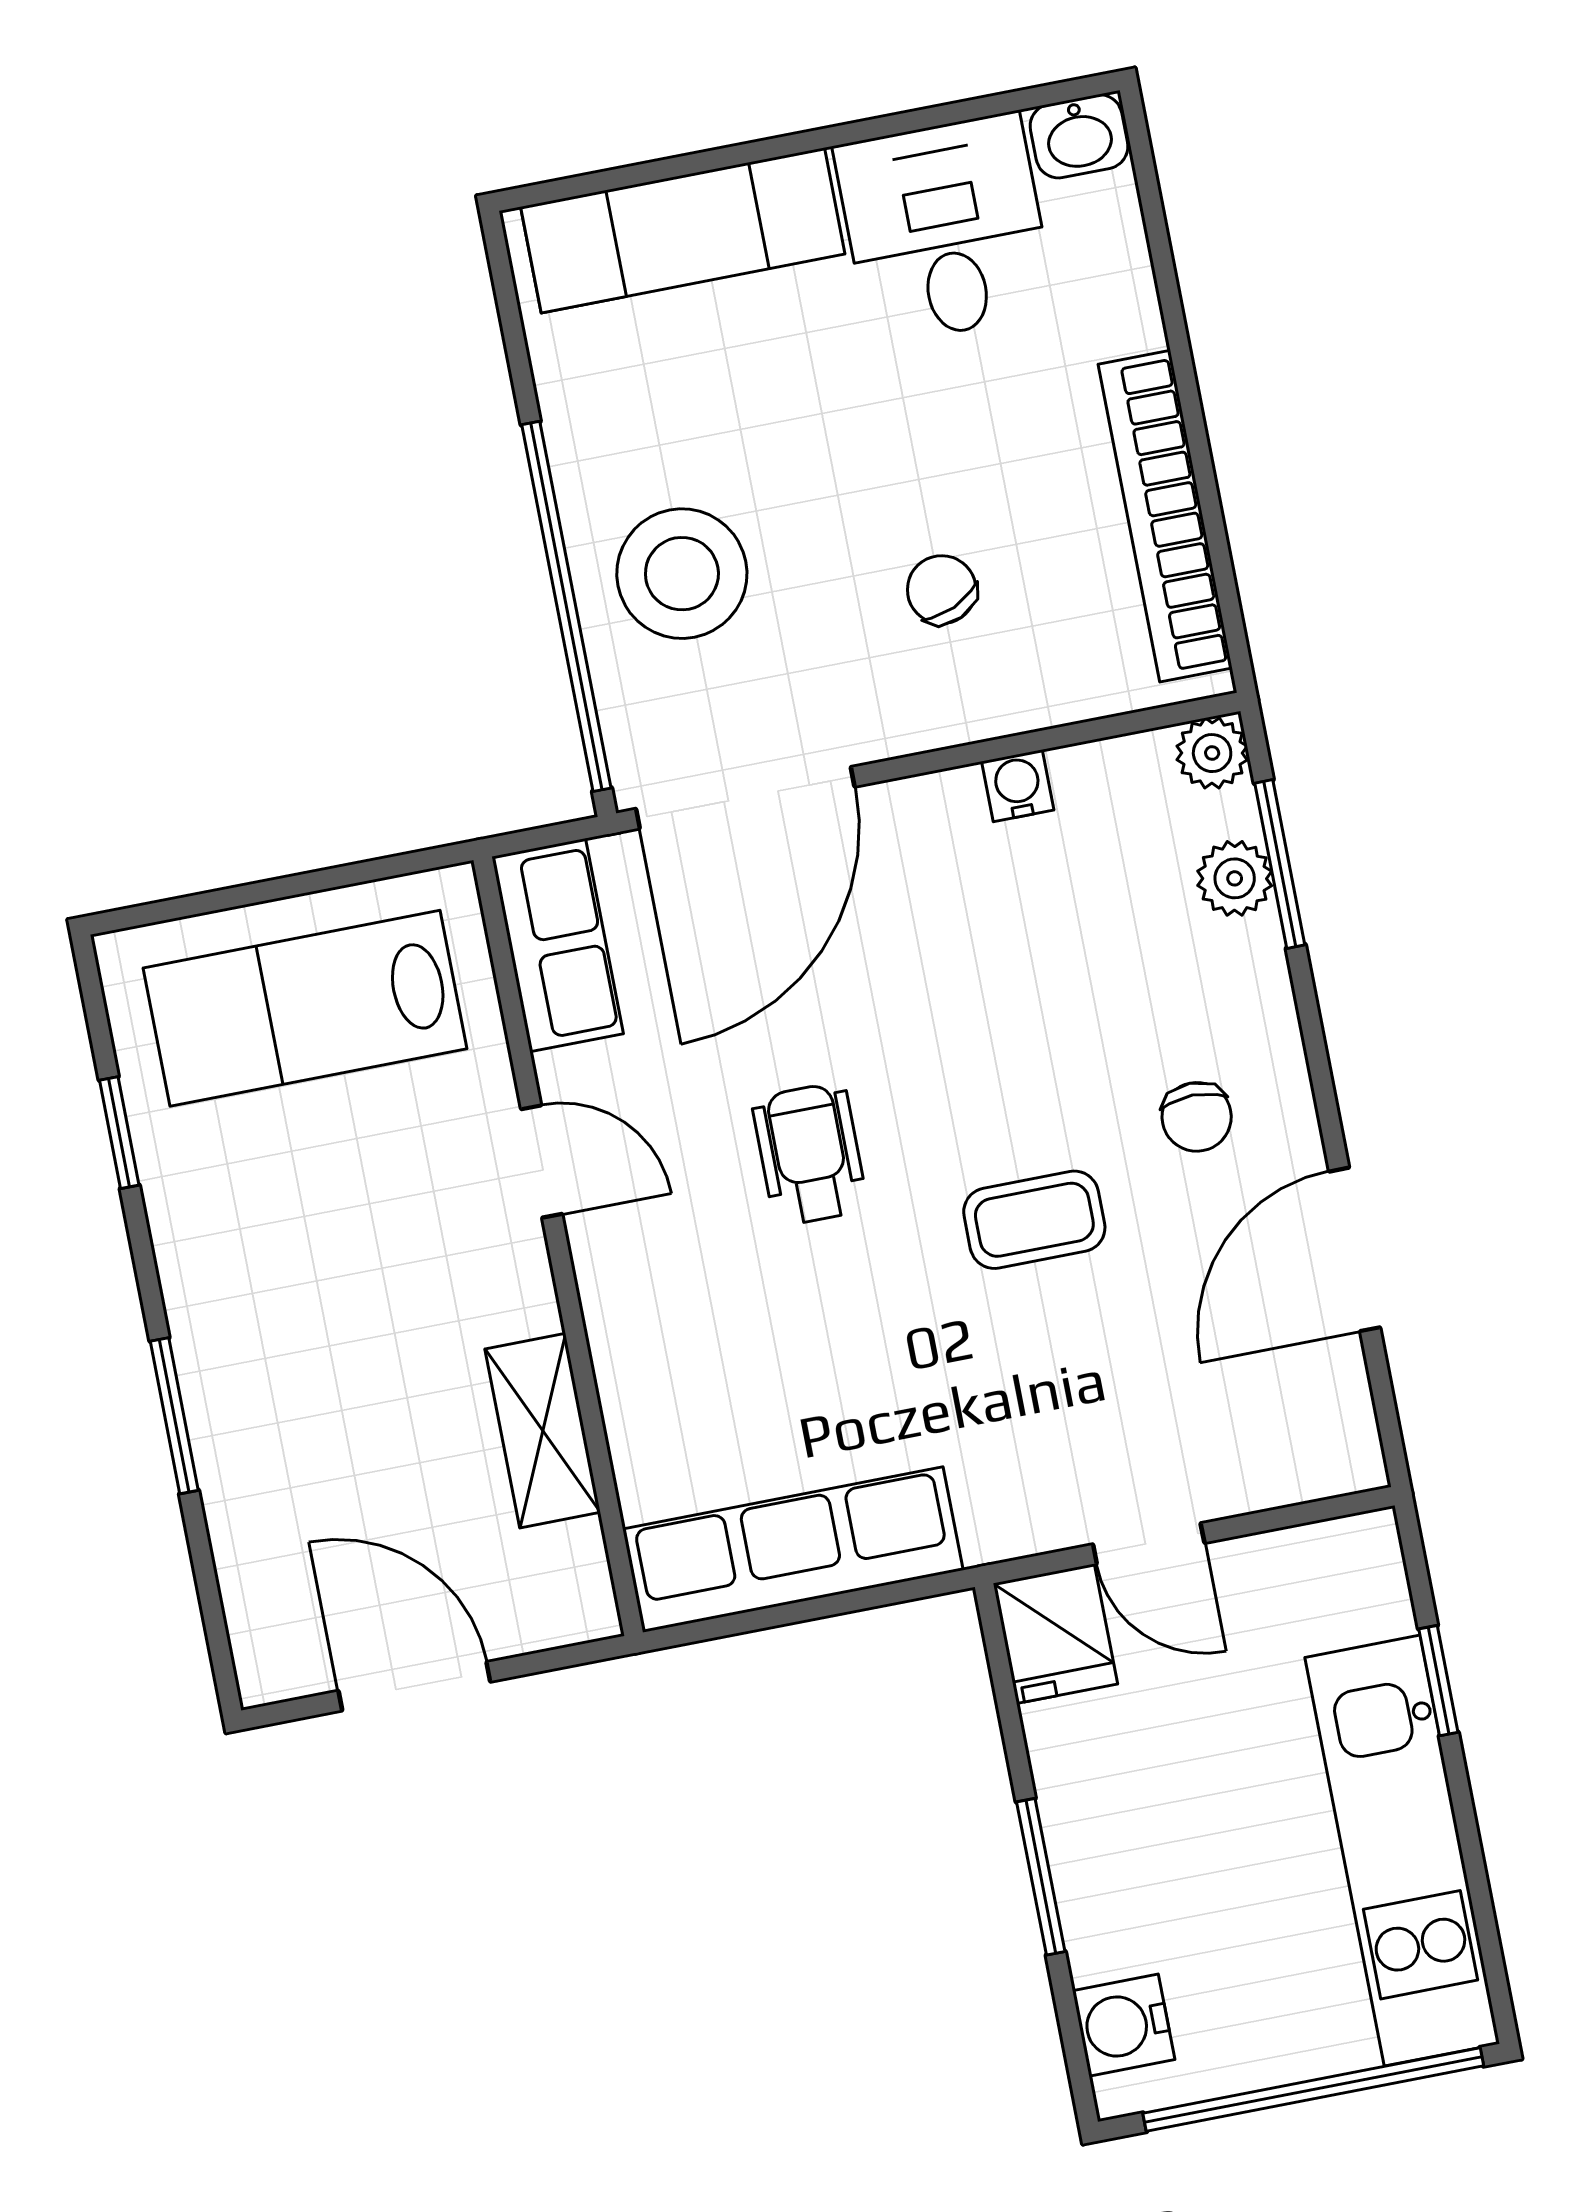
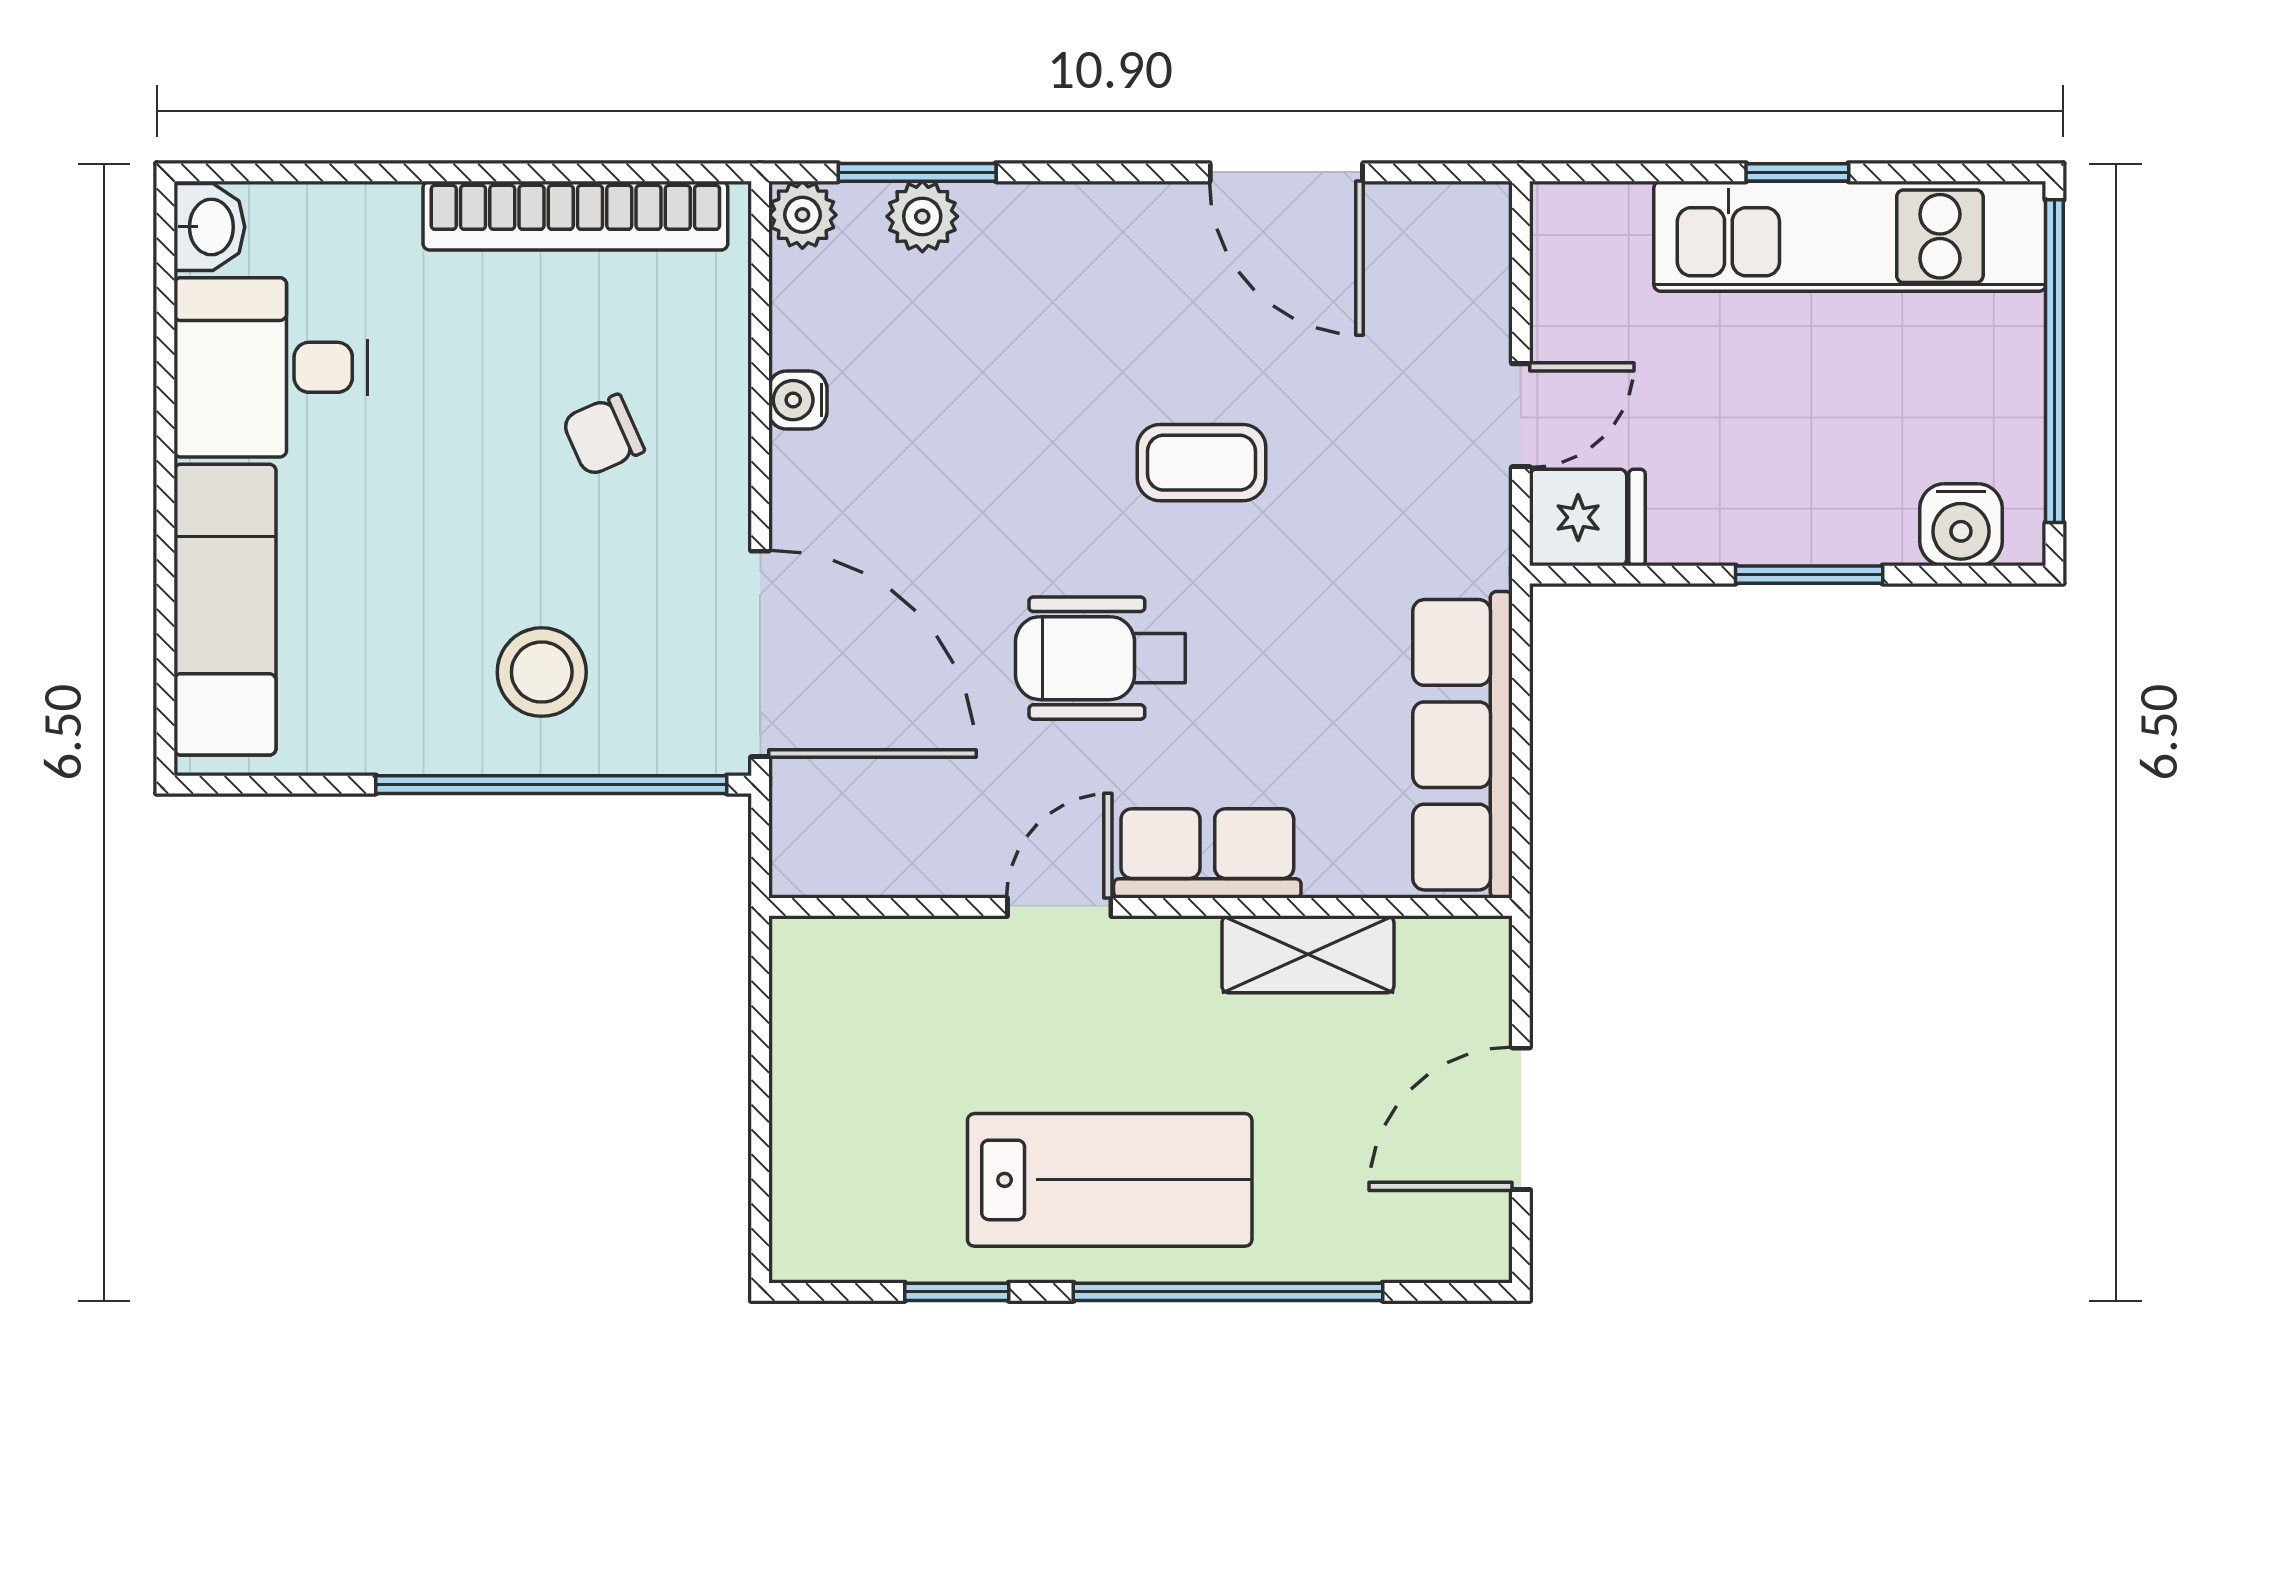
stool: (682, 574) -> (542, 672), width x0.73, depth x0.73
row of seats: (558, 945) -> (1207, 853), moved
lab bench: (305, 1008) -> (1110, 1180), moved, turned -90
chair: (1197, 1117) -> (1136, 294), removed
wheelchair: (810, 1154) -> (1100, 658), width x1.36, depth x1.37
coffee table: (1034, 1220) -> (1201, 463), turned 90
window: (174, 1416) -> (1228, 1292), width x2.11
window: (1438, 1681) -> (1797, 172), moved

